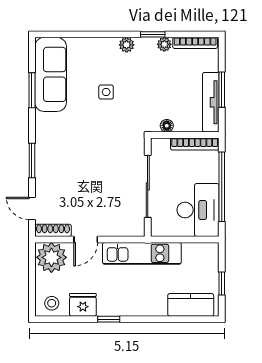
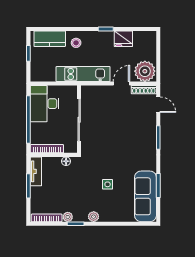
tv unit: (211, 102) -> (36, 171), width x0.71
stool: (52, 303) -> (76, 43), moved

